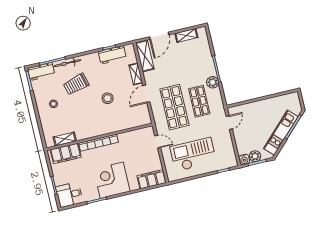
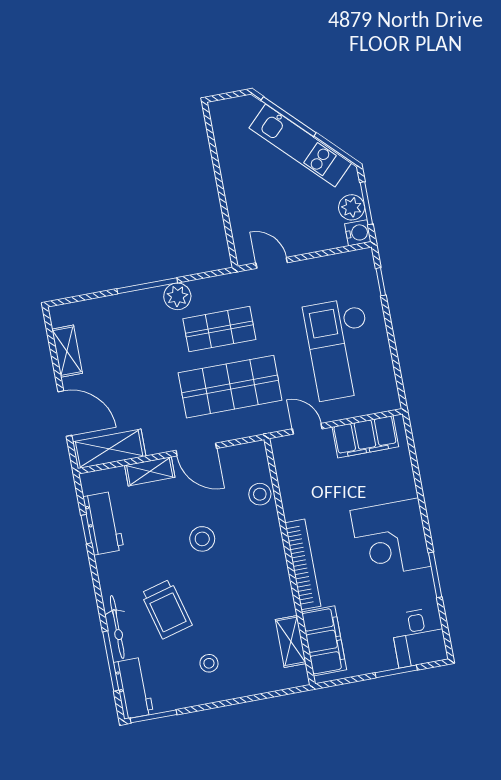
stool: (128, 122) -> (260, 494), added
door: (158, 142) -> (307, 429), hinge flipped
filing cabinet: (152, 179) -> (365, 437), moved, turned -90

